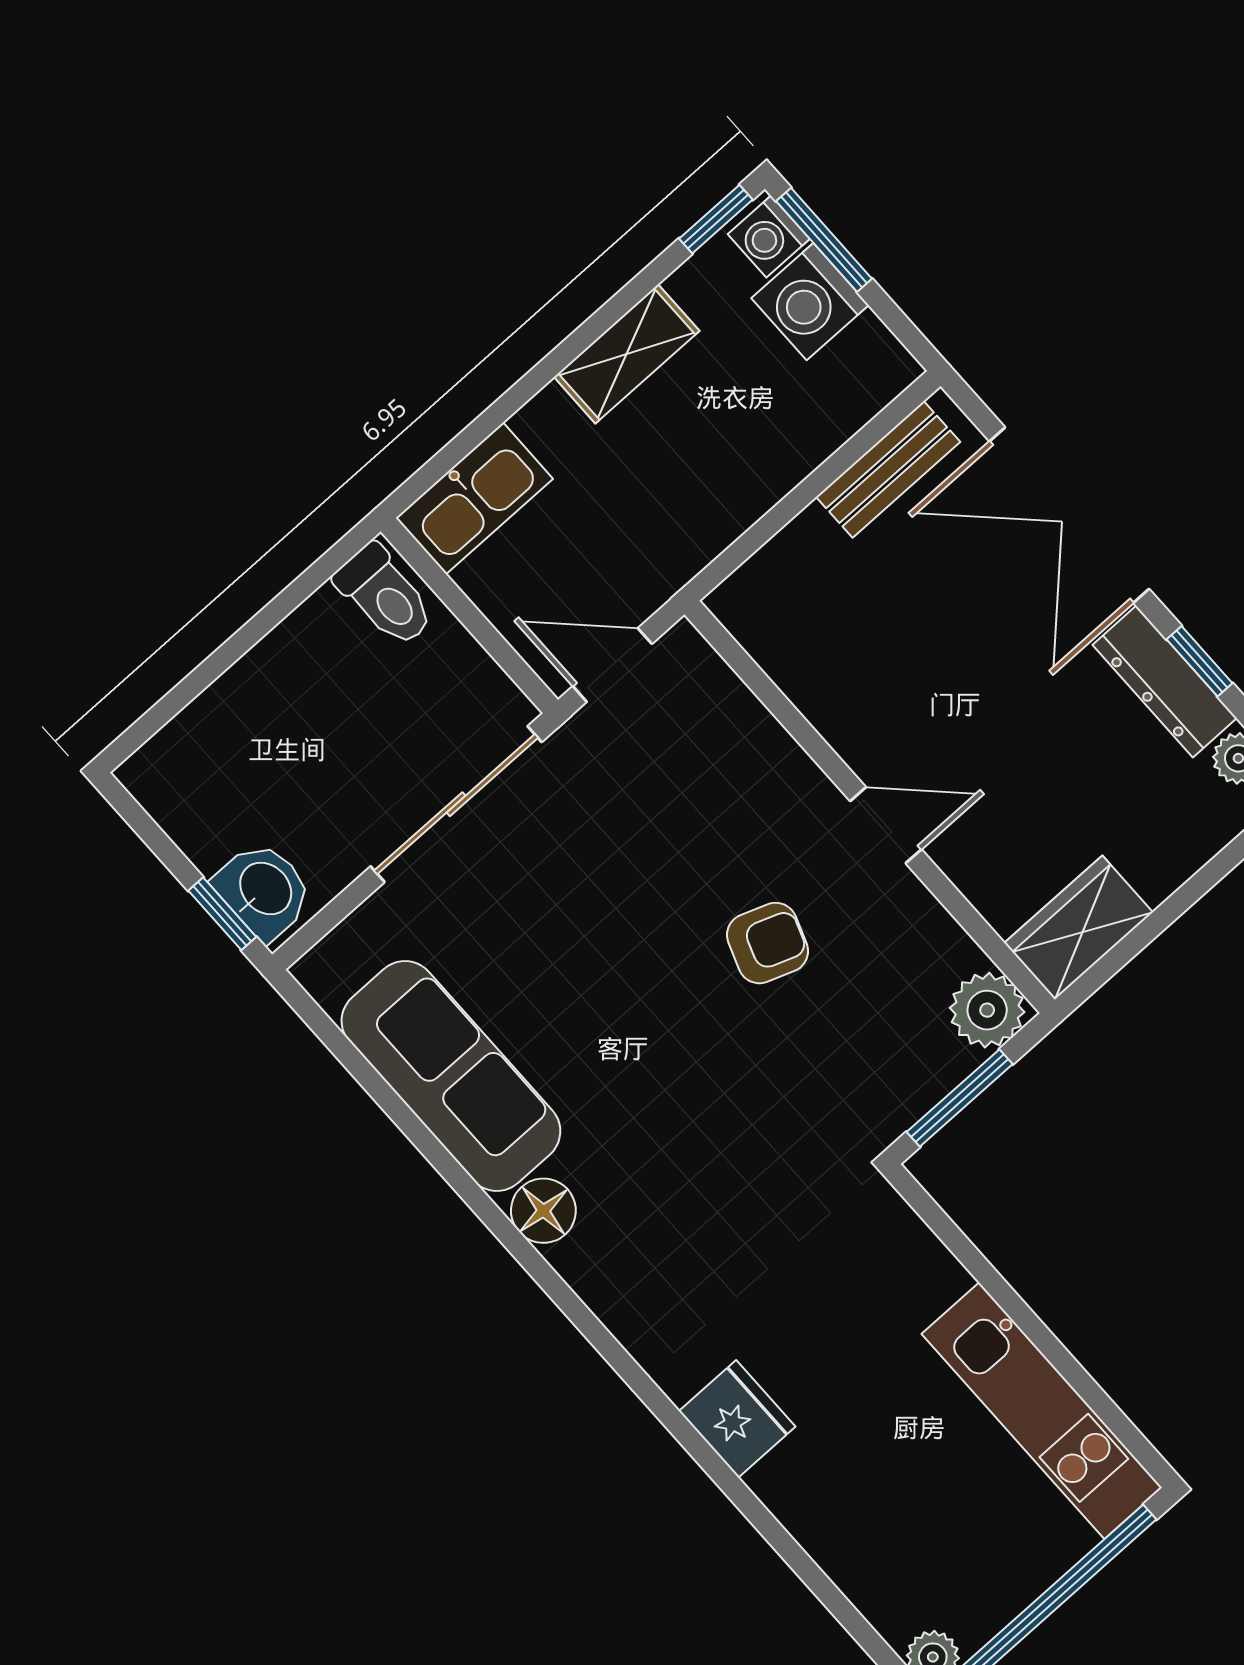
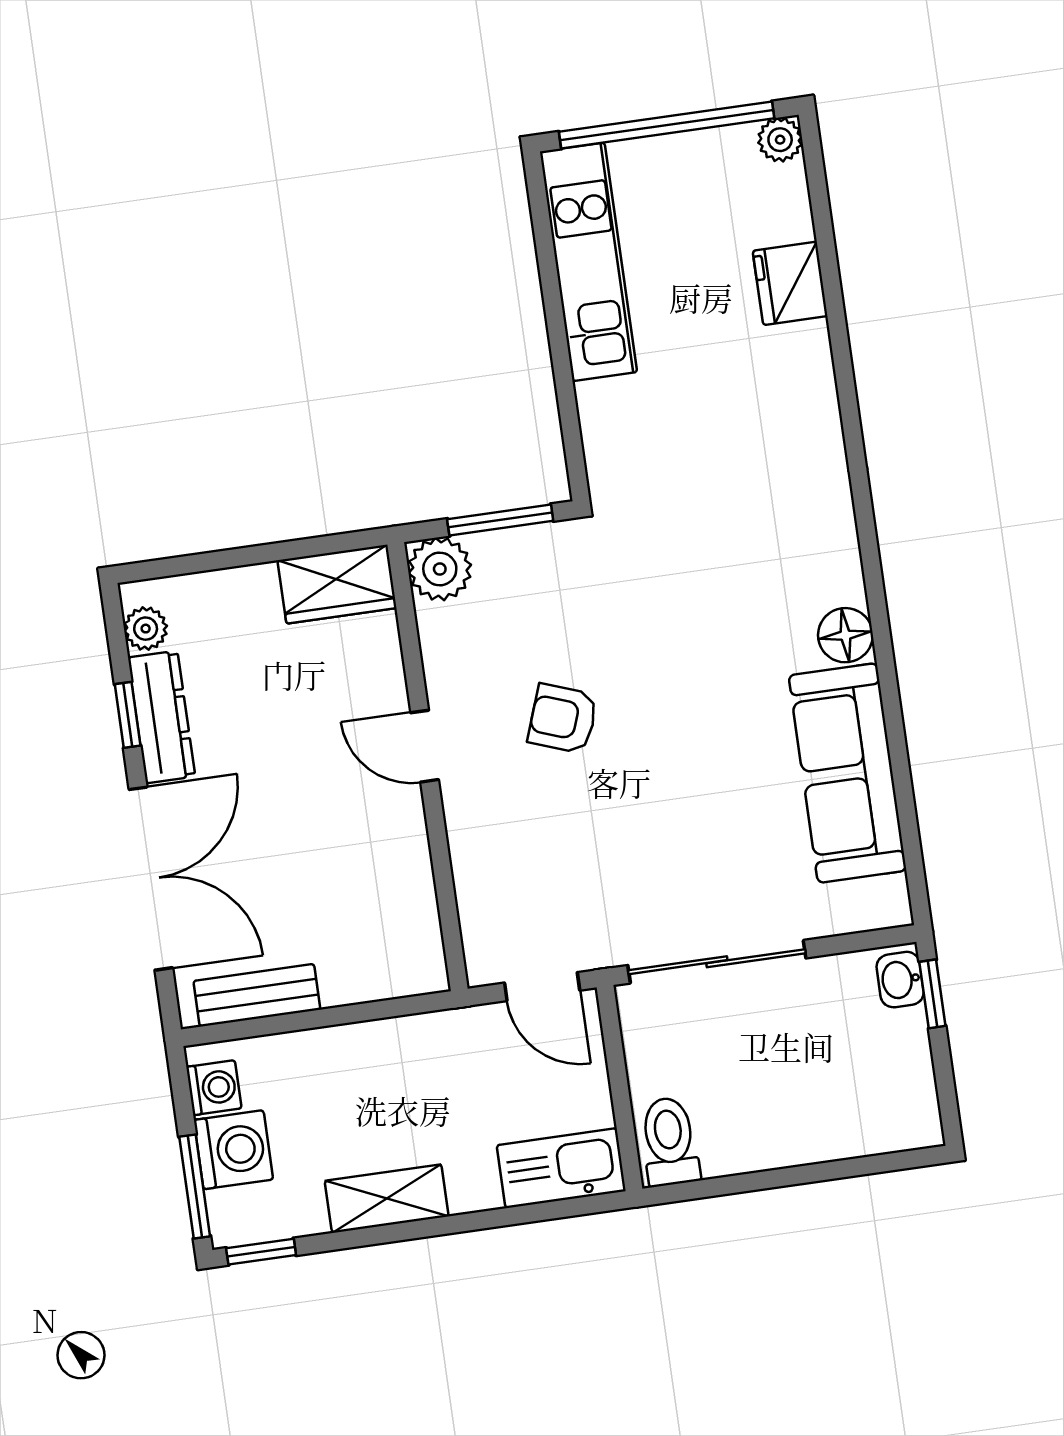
washing machine: (769, 236) -> (214, 1088), moved
washbasin: (264, 890) -> (900, 980), width x0.72, depth x0.69
fridge: (737, 1419) -> (790, 283), moved

